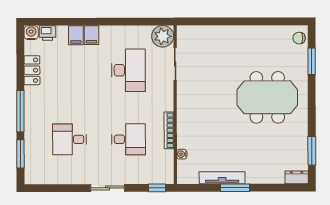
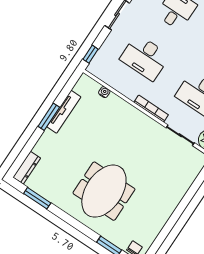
bookcase: (169, 130) -> (151, 109), moved
desk: (128, 139) -> (145, 57), width x1.37
dresser: (297, 177) -> (27, 168), width x1.44

